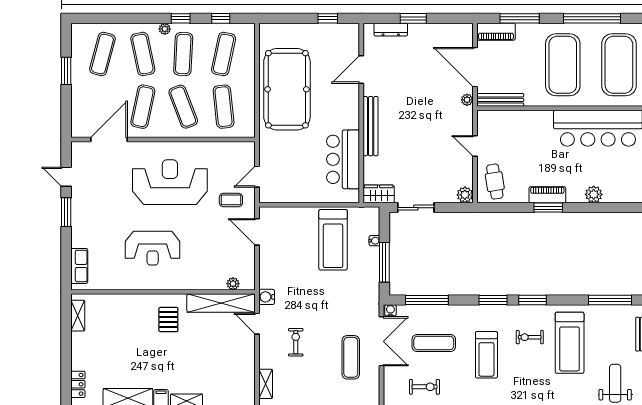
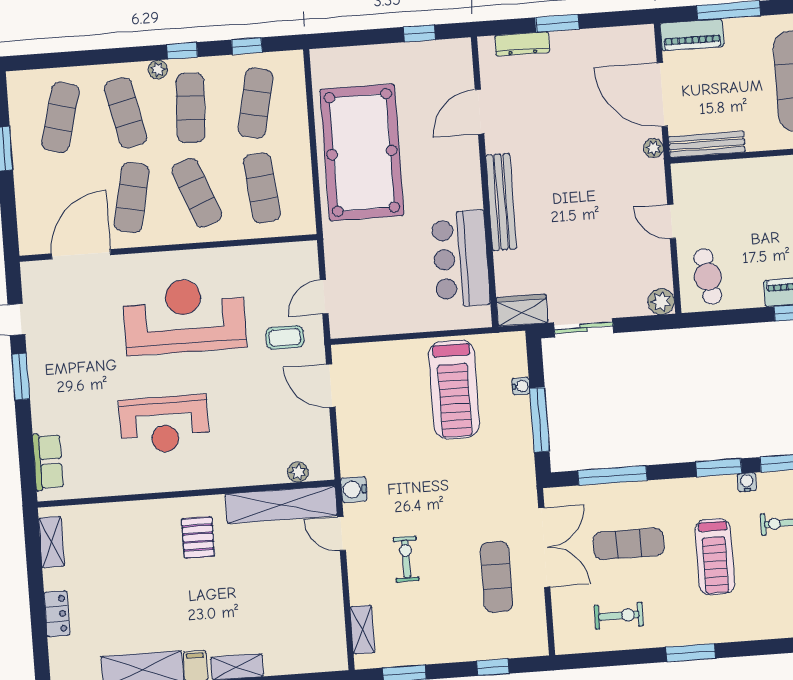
water cooler: (390, 310) -> (747, 482), moved
locker: (78, 384) -> (57, 614), moved

